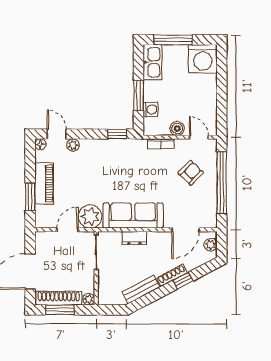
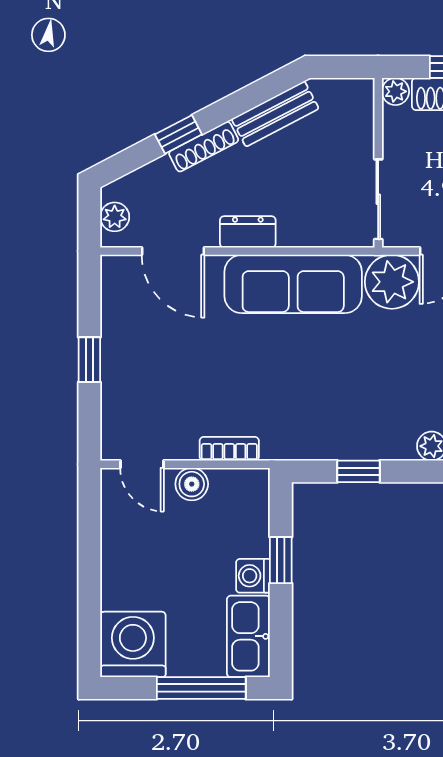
window: (139, 95) -> (281, 560), width x0.67
washing machine: (151, 110) -> (253, 576), moved
window: (117, 134) -> (358, 471), moved
armchair: (191, 173) -> (161, 383), removed
window: (222, 183) -> (89, 360), width x0.32
door: (185, 230) -> (173, 251), swing flipped
dresser: (134, 238) -> (248, 232), moved

